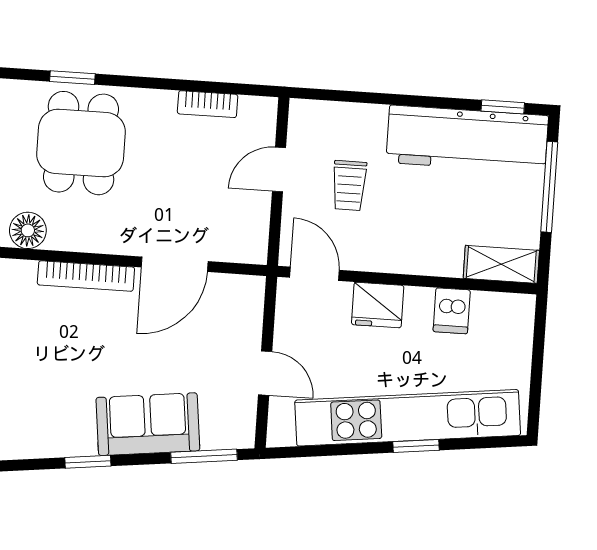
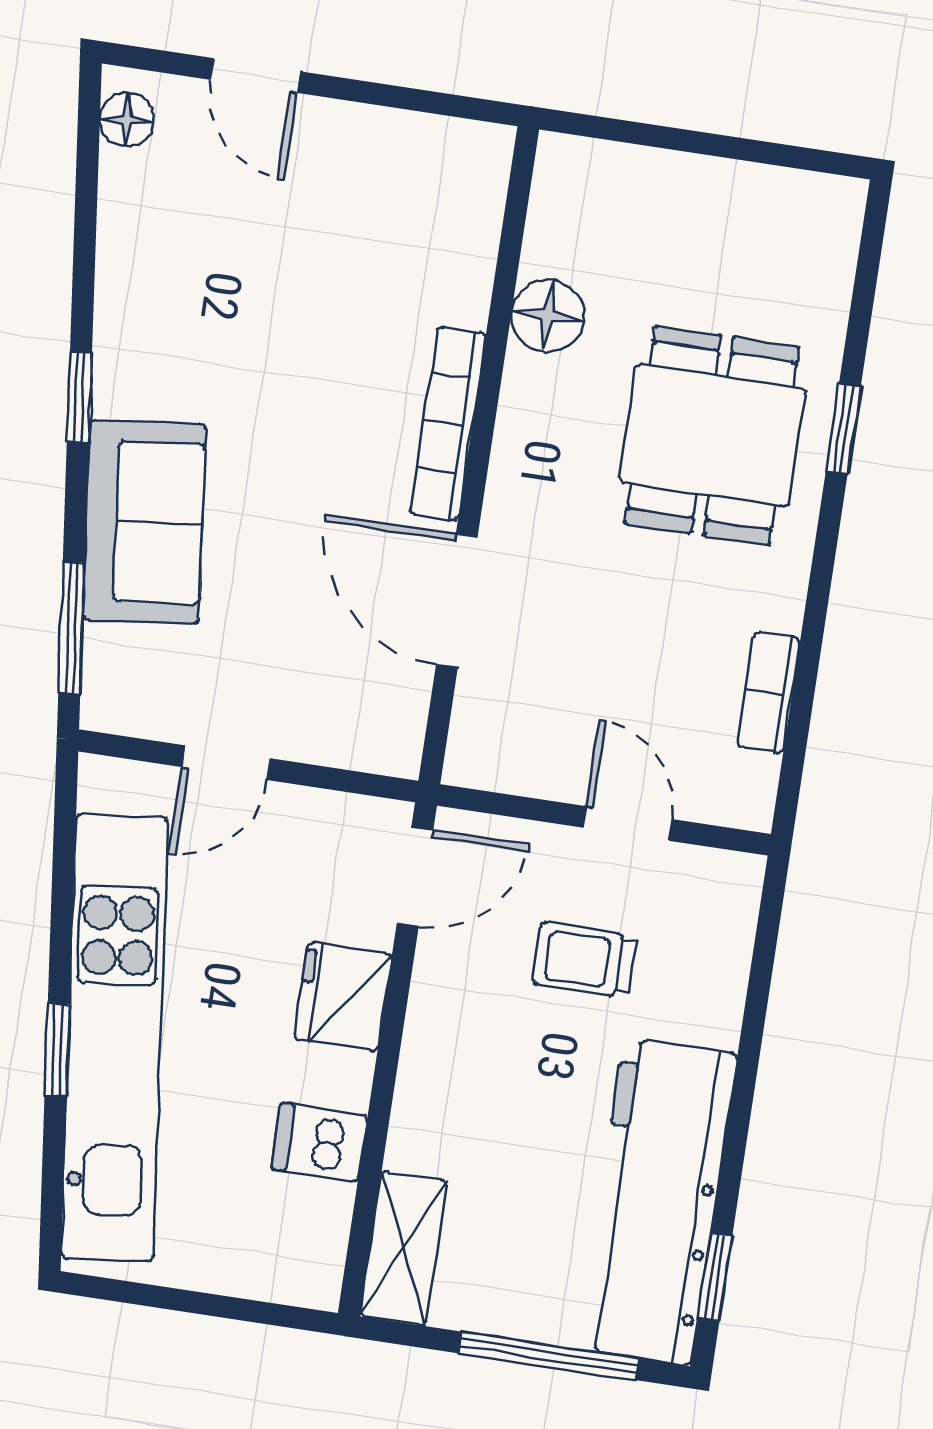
dining table: (81, 143) -> (712, 435), turned 90

